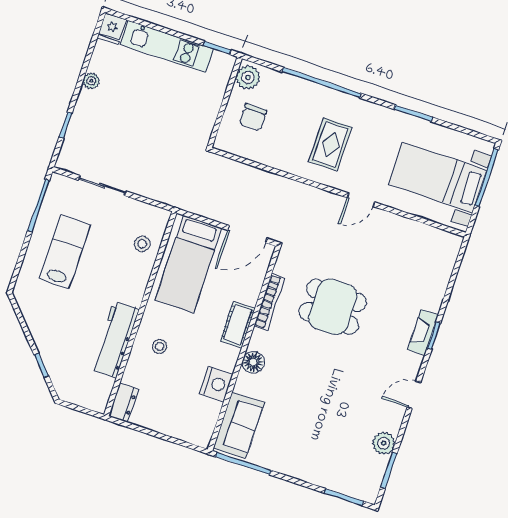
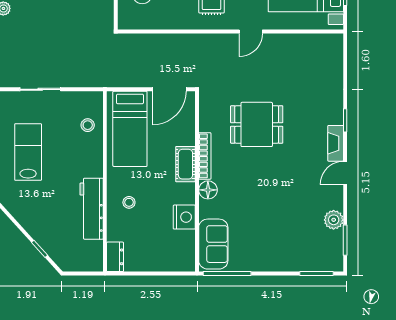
bookcase: (269, 302) -> (205, 156), moved
fireplace: (423, 332) -> (336, 143), moved

